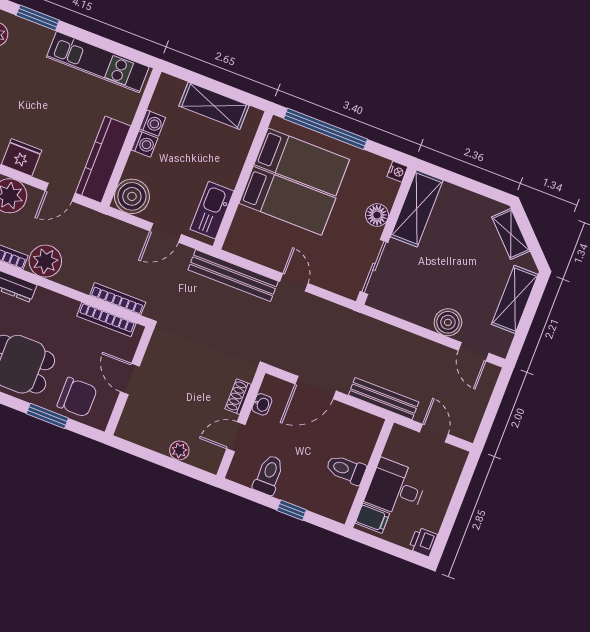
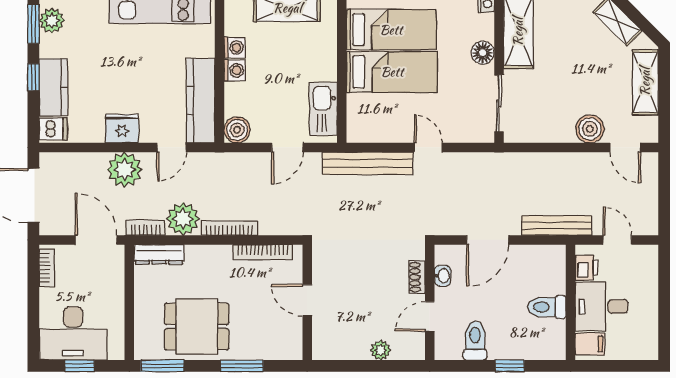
boiler: (132, 196) -> (237, 130), width x0.73, depth x0.73
bookcase: (118, 299) -> (229, 228), moved
chair: (77, 397) -> (264, 337), removed
printer: (423, 542) -> (586, 268), moved, turned 180

